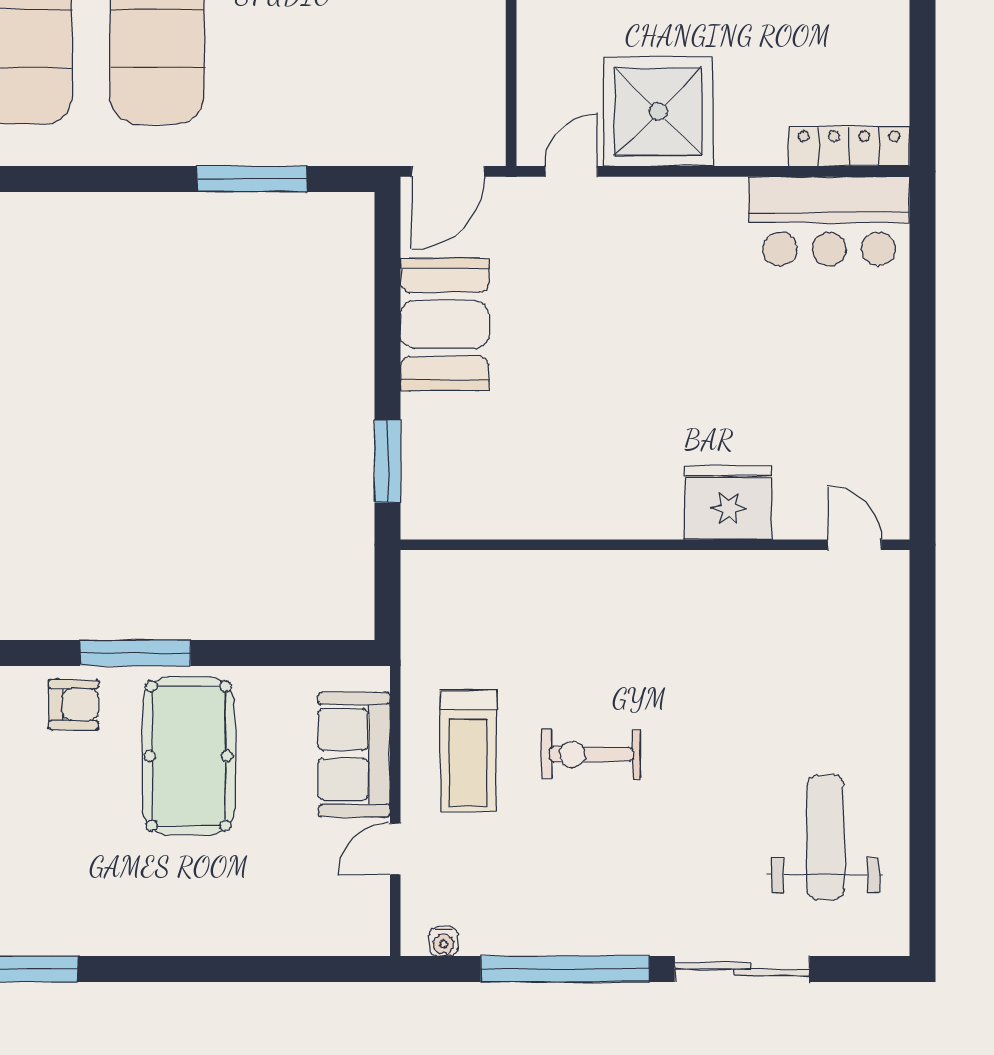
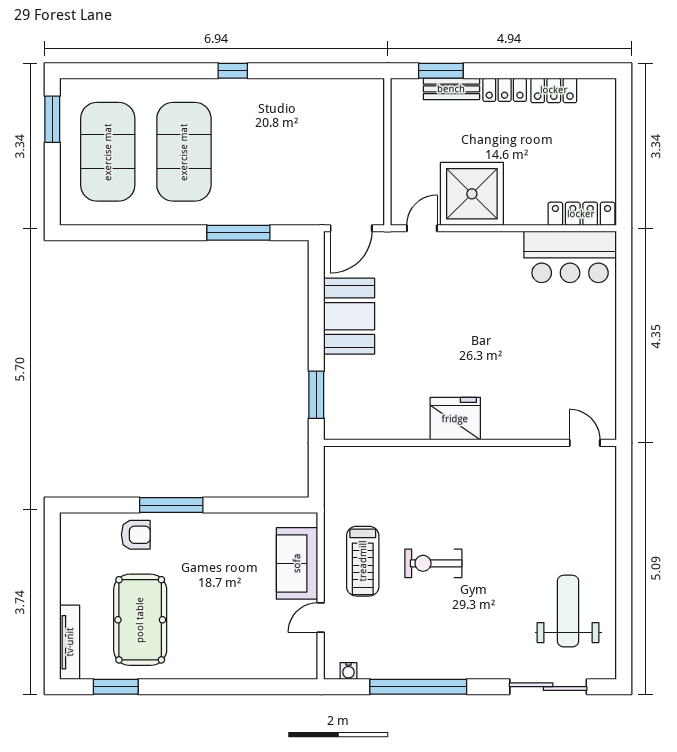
fridge: (728, 503) -> (455, 419), moved
pool table: (189, 756) -> (140, 620), moved
sliding door: (742, 969) -> (548, 687), moved

